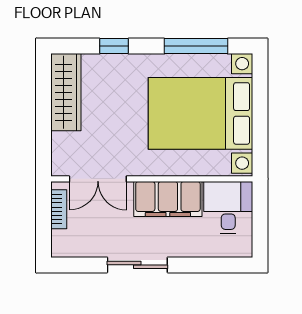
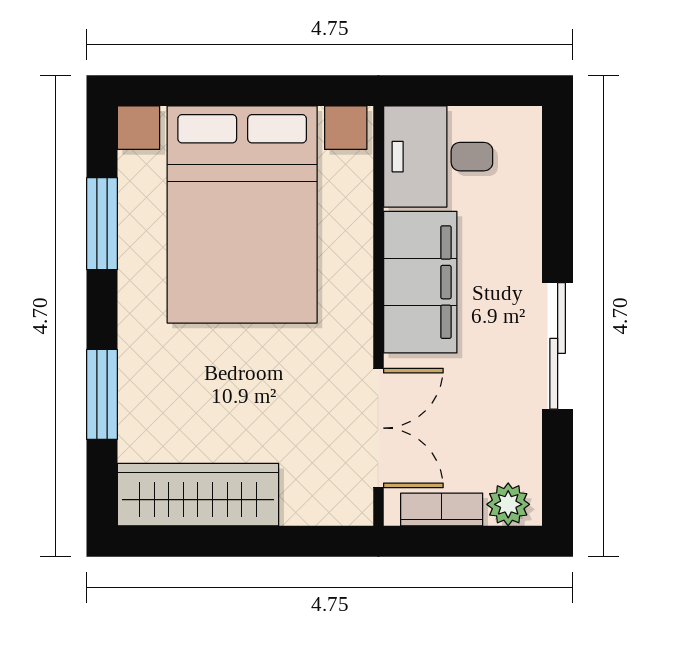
window: (114, 46) -> (102, 394), width x1.50
window: (196, 46) -> (102, 224), width x0.69
plant: (61, 241) -> (508, 504), added

